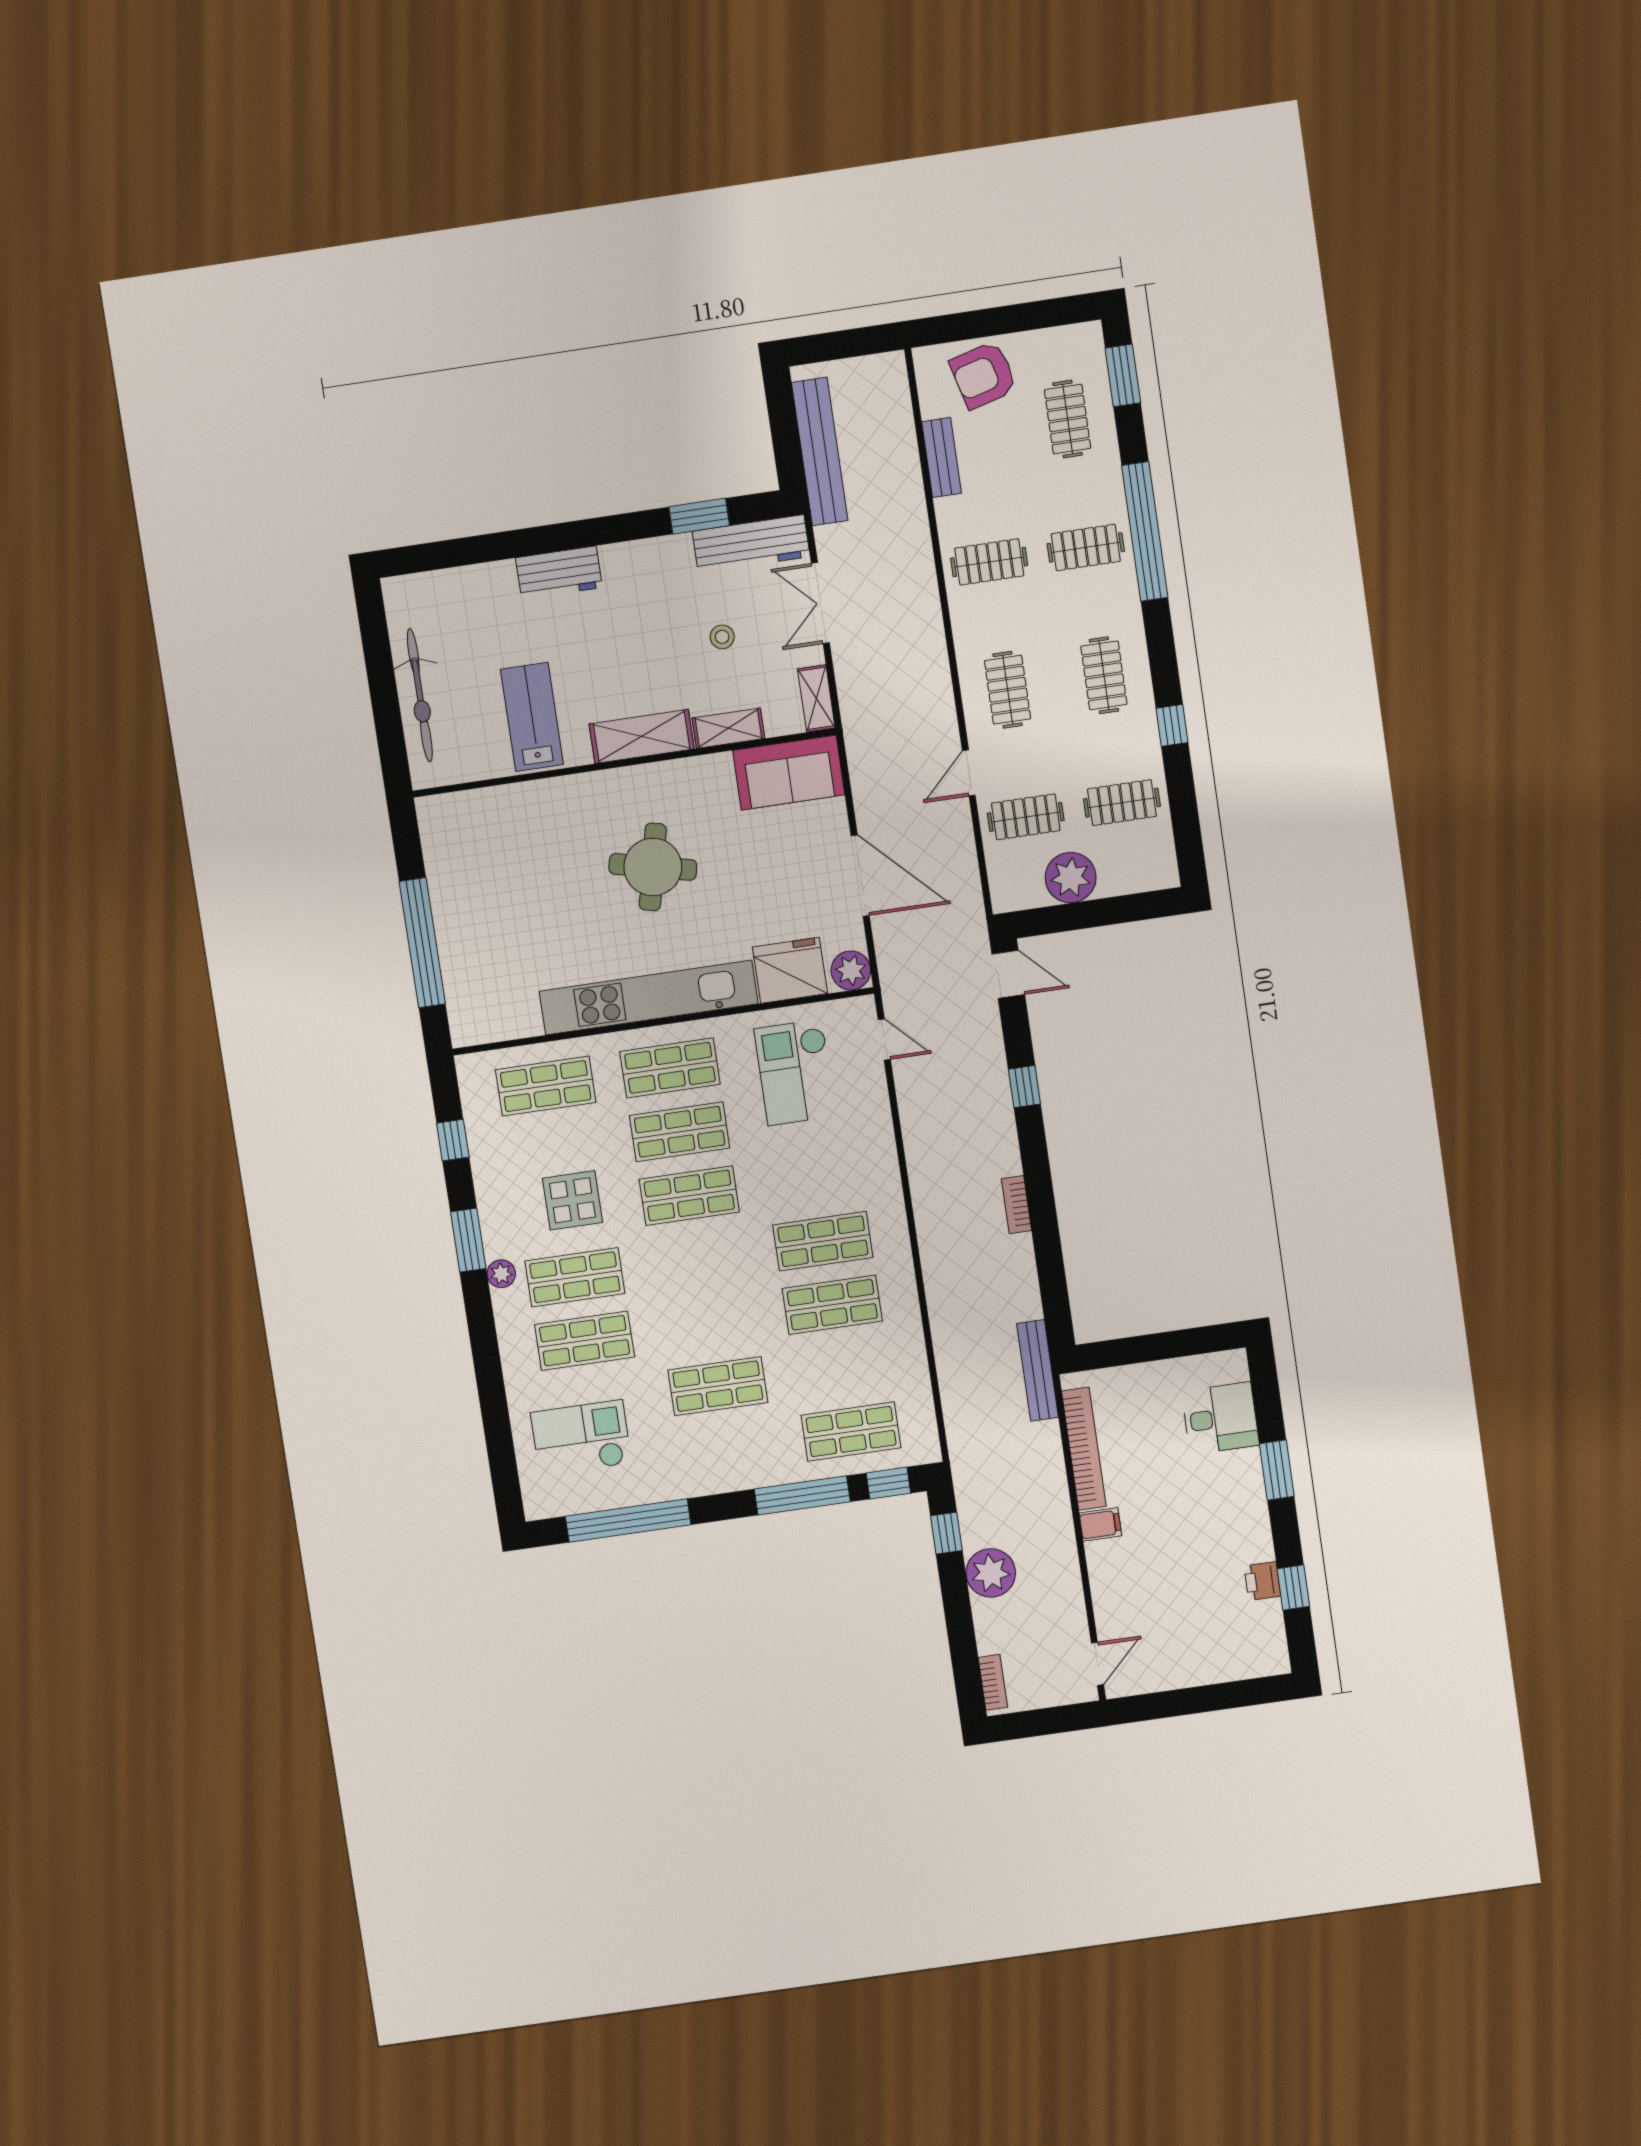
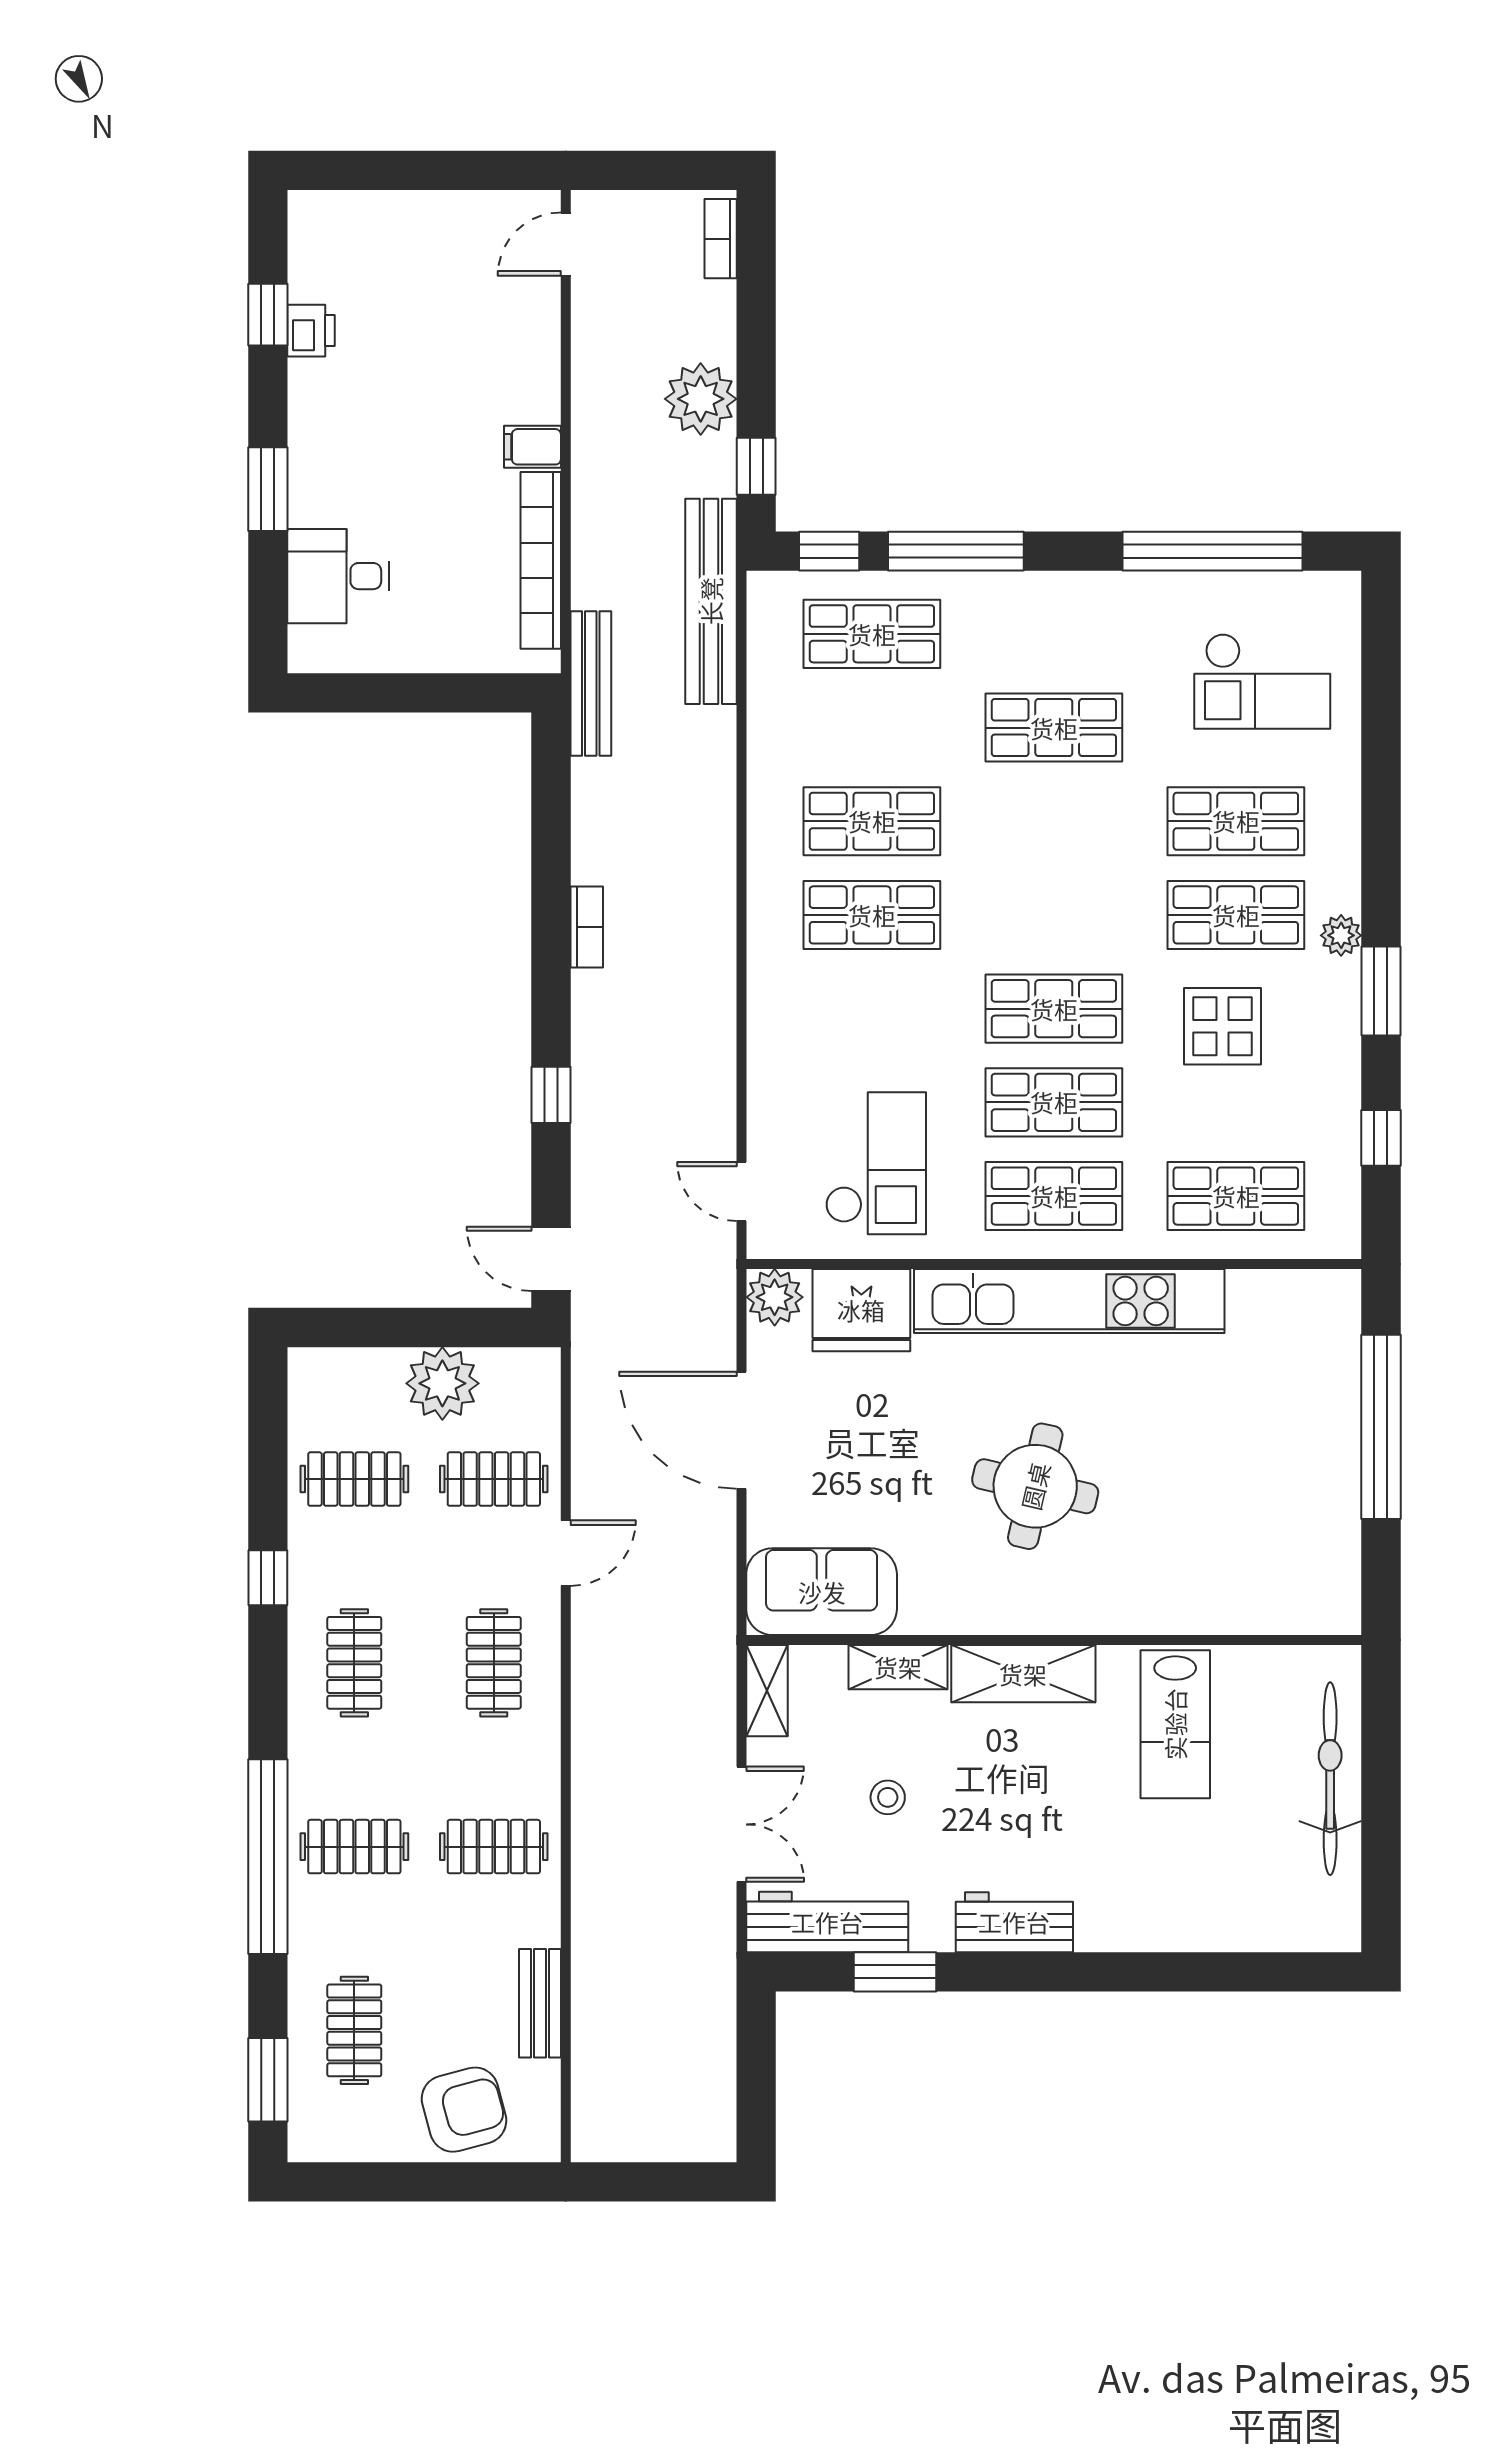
bench: (820, 452) -> (711, 601), moved
workbench: (559, 573) -> (1014, 1922), moved

